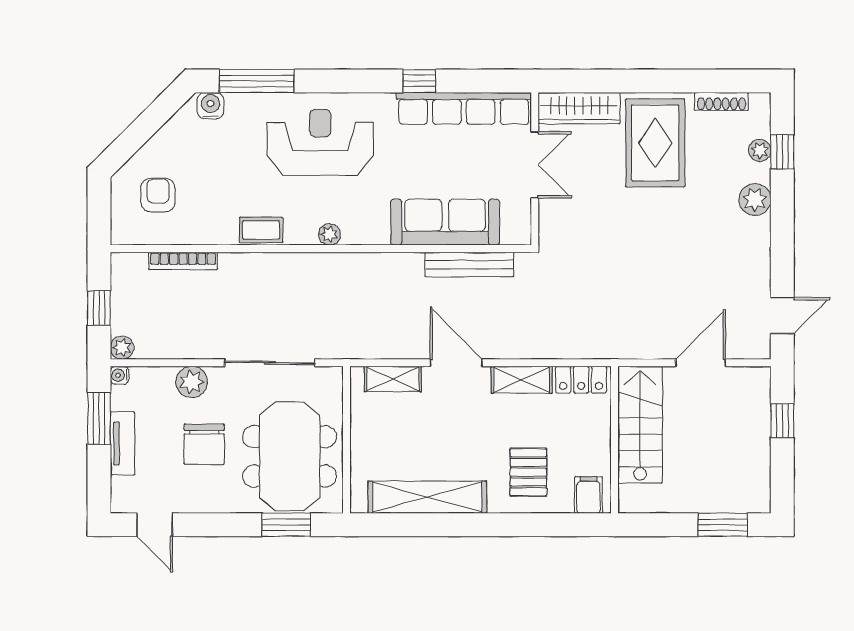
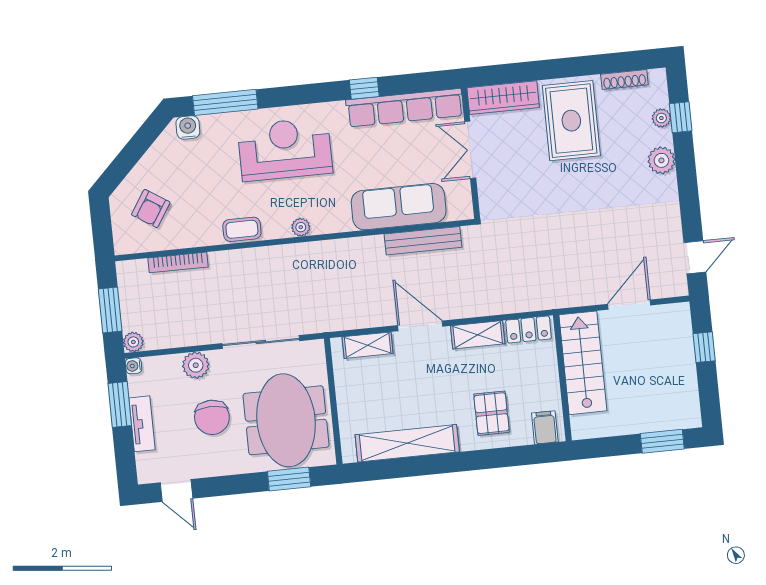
double door: (535, 165) -> (470, 150), swing flipped
armchair: (158, 195) -> (151, 208), turned -147
window: (99, 308) -> (110, 310), width x1.50

